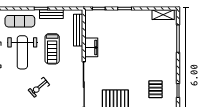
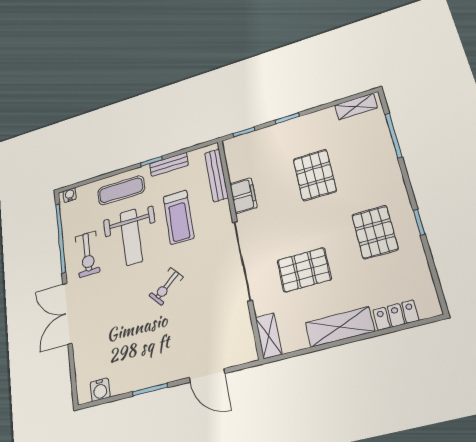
pallet: (132, 48) -> (315, 175), added
pallet: (155, 89) -> (375, 232), width x1.50, depth x1.42

